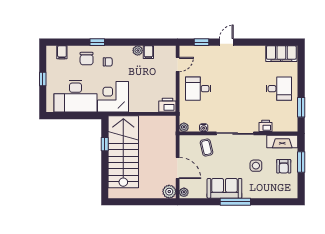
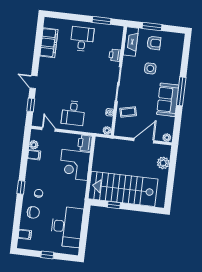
window: (97, 42) -> (21, 187), moved
plant: (138, 50) -> (34, 145), moved
filing cabinet: (281, 54) -> (49, 43), moved
corner desk: (113, 97) -> (75, 165), moved
plant: (169, 192) -> (163, 163), moved

